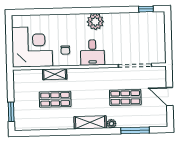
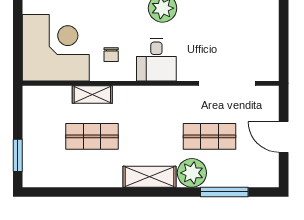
plant: (112, 124) -> (192, 173), width x1.88, depth x1.88

